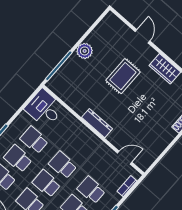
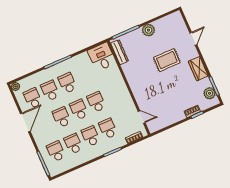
dresser: (97, 123) -> (120, 52), moved
school desk: (34, 140) -> (85, 75), removed

